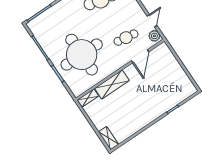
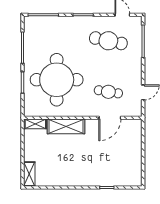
plant: (154, 36) -> (136, 108), removed

